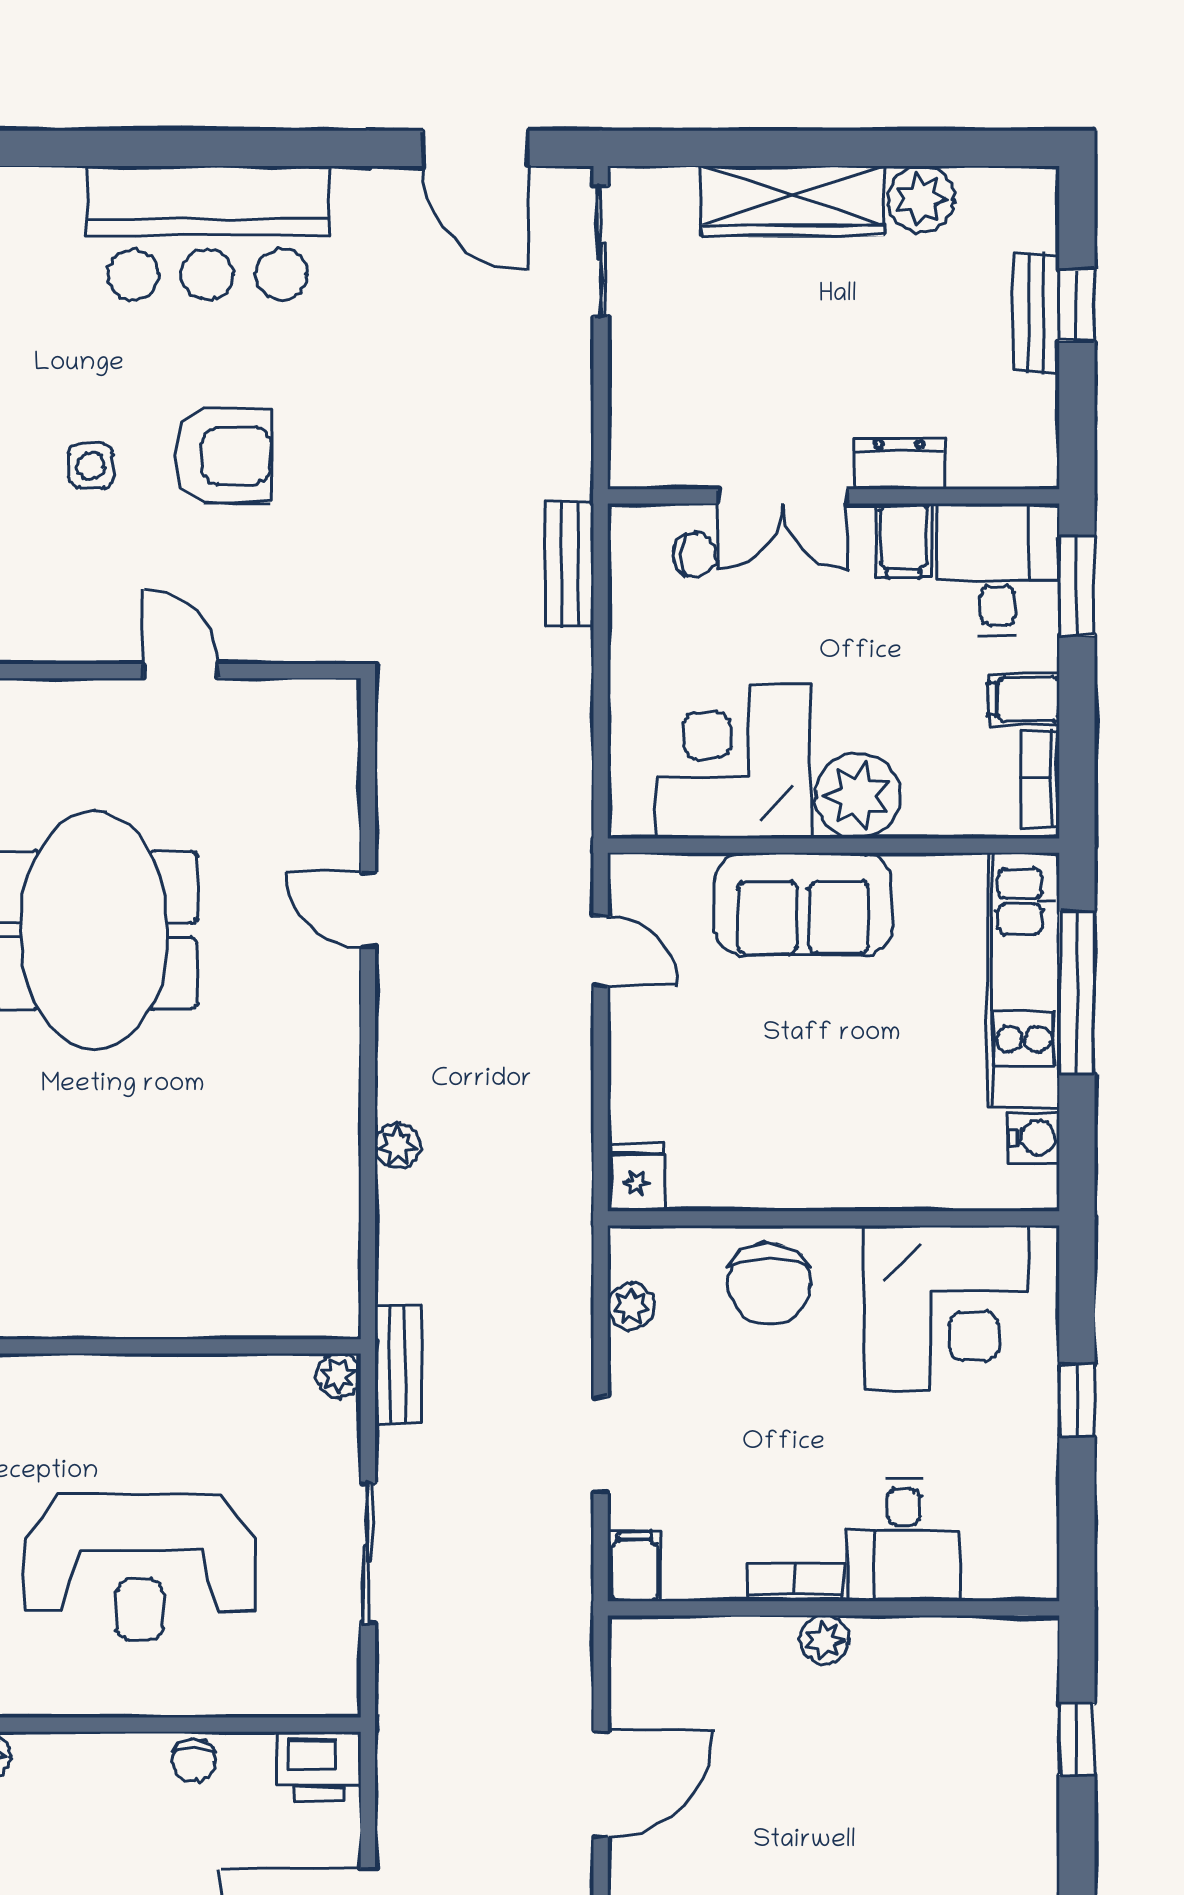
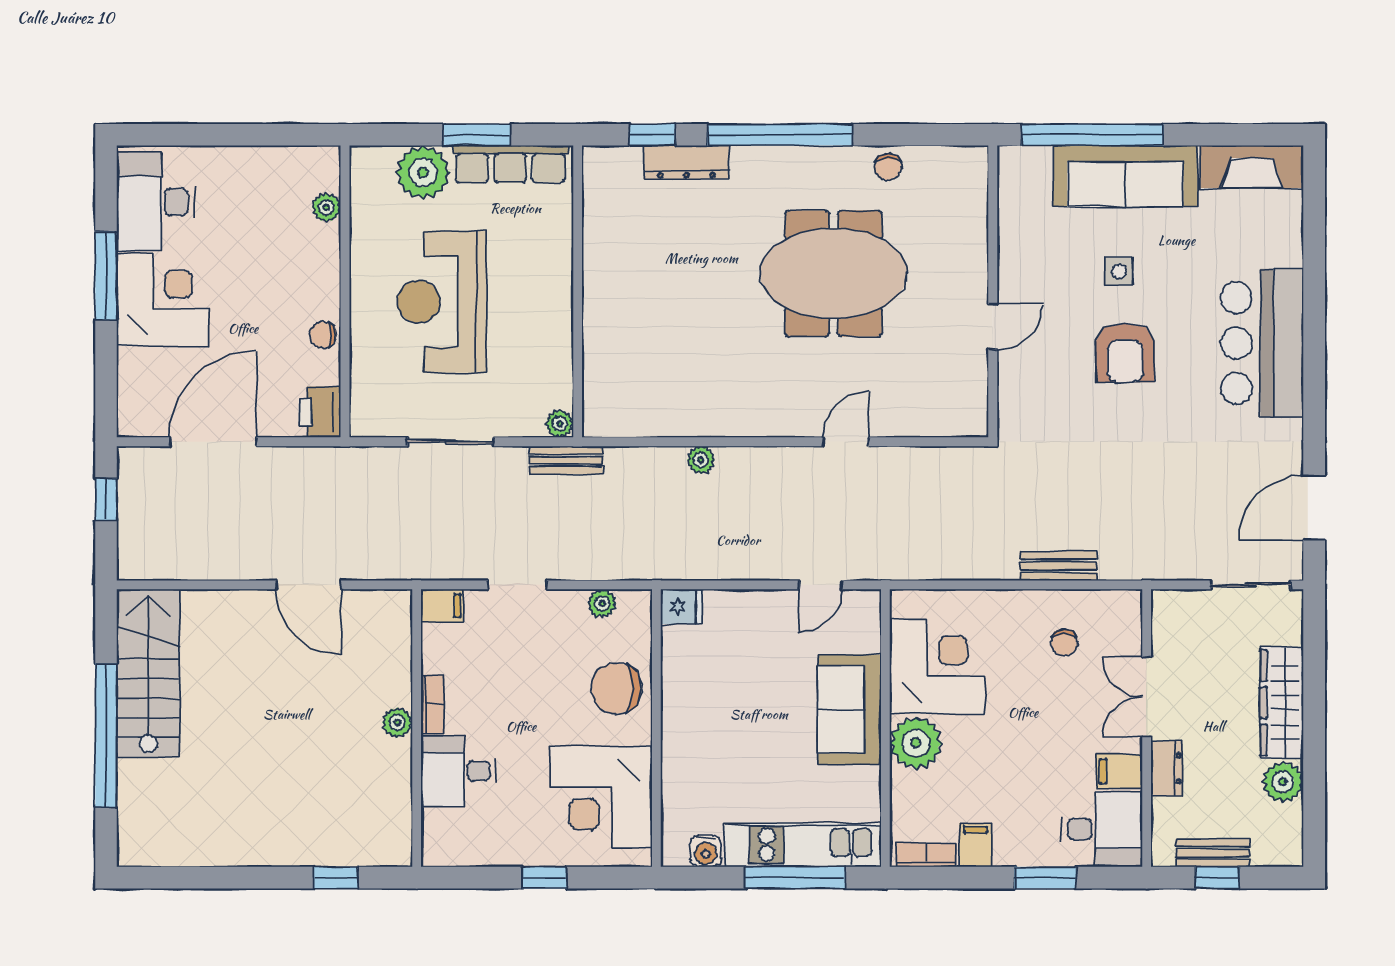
dresser: (899, 464) -> (1166, 769), moved
double door: (783, 496) -> (1147, 697), moved
wall: (834, 496) -> (1147, 728), moved
filing cabinet: (904, 541) -> (1119, 771), moved
desk: (998, 570) -> (1102, 829), moved

